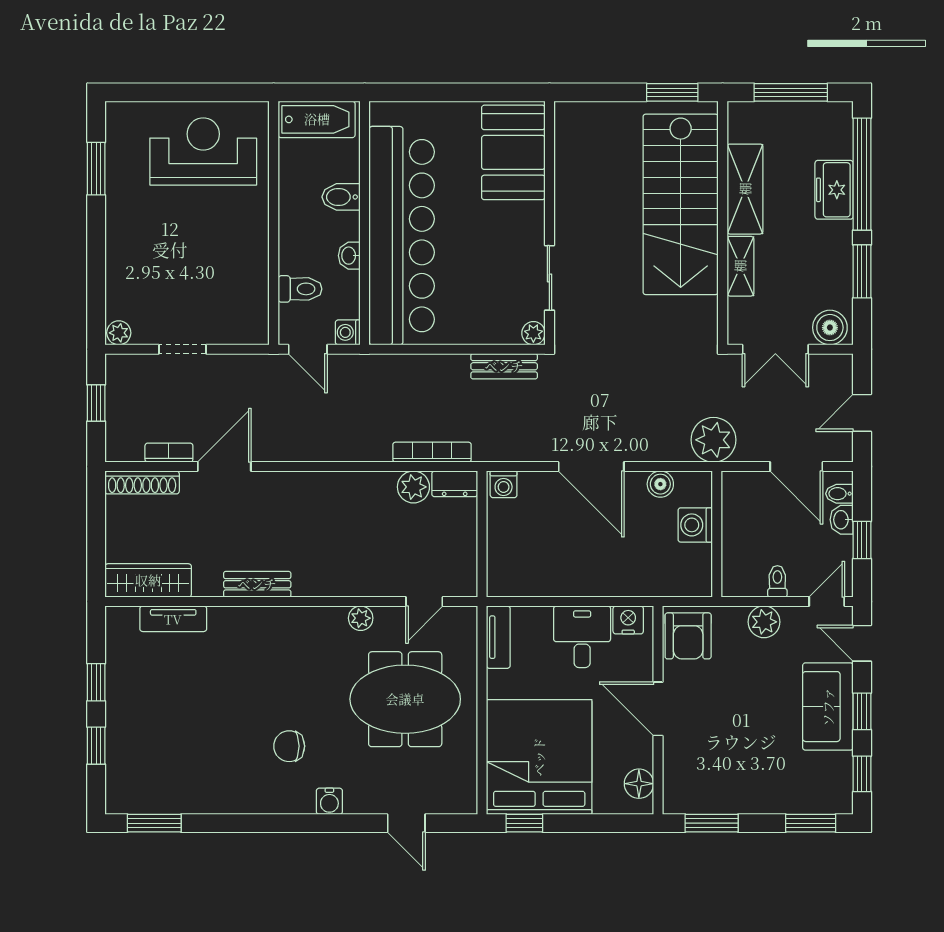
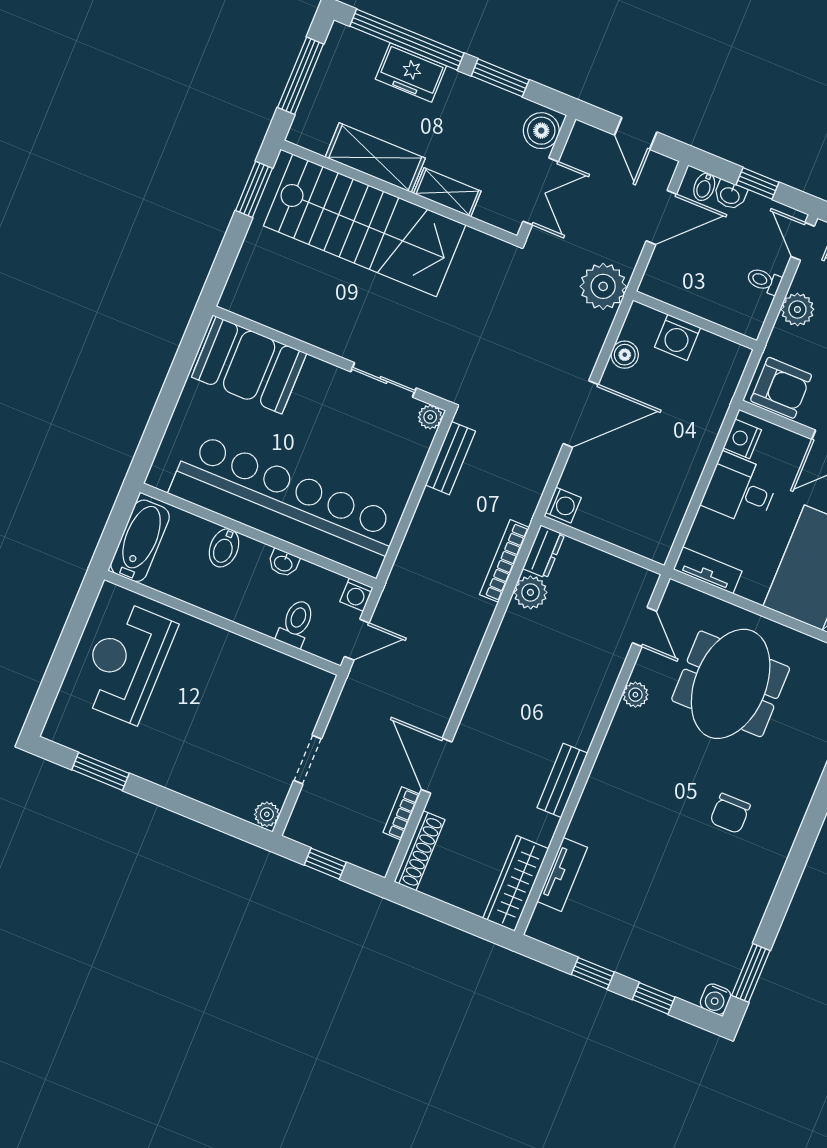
water cooler: (329, 801) -> (715, 999), moved, turned 90

